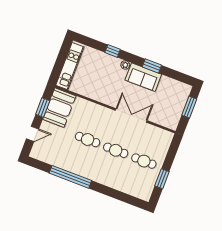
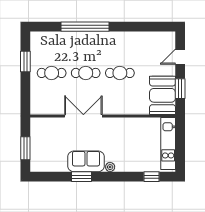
window: (113, 51) -> (151, 177), moved
double door: (131, 115) -> (83, 116), swing flipped
window: (70, 177) -> (85, 27), moved

